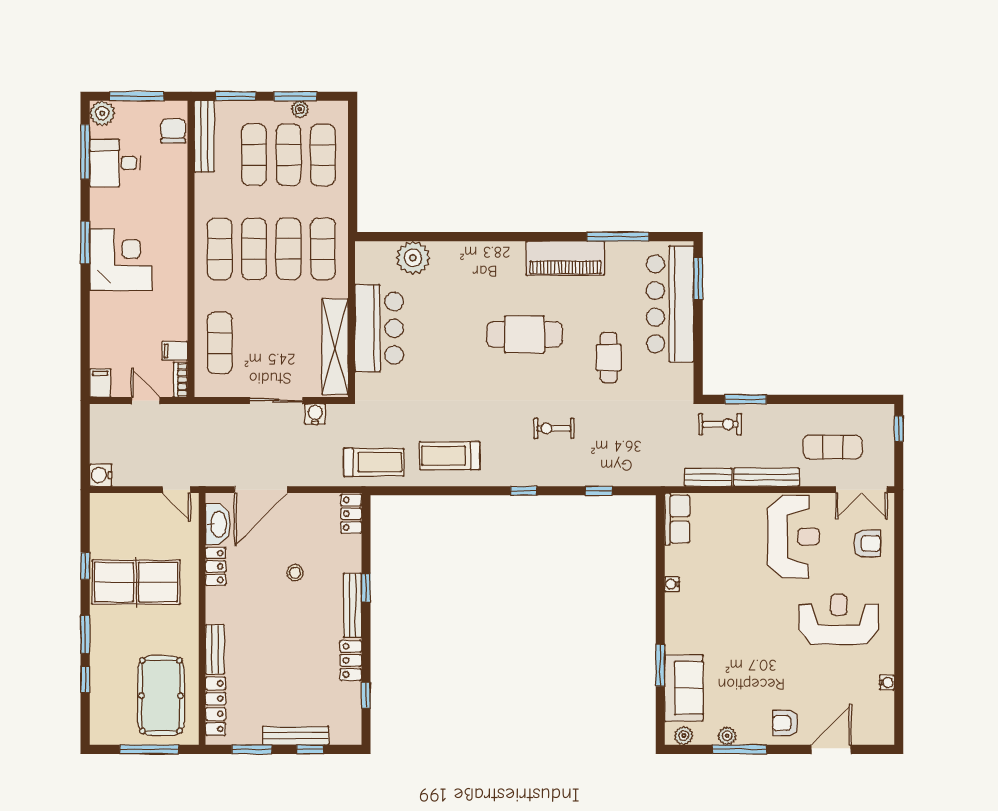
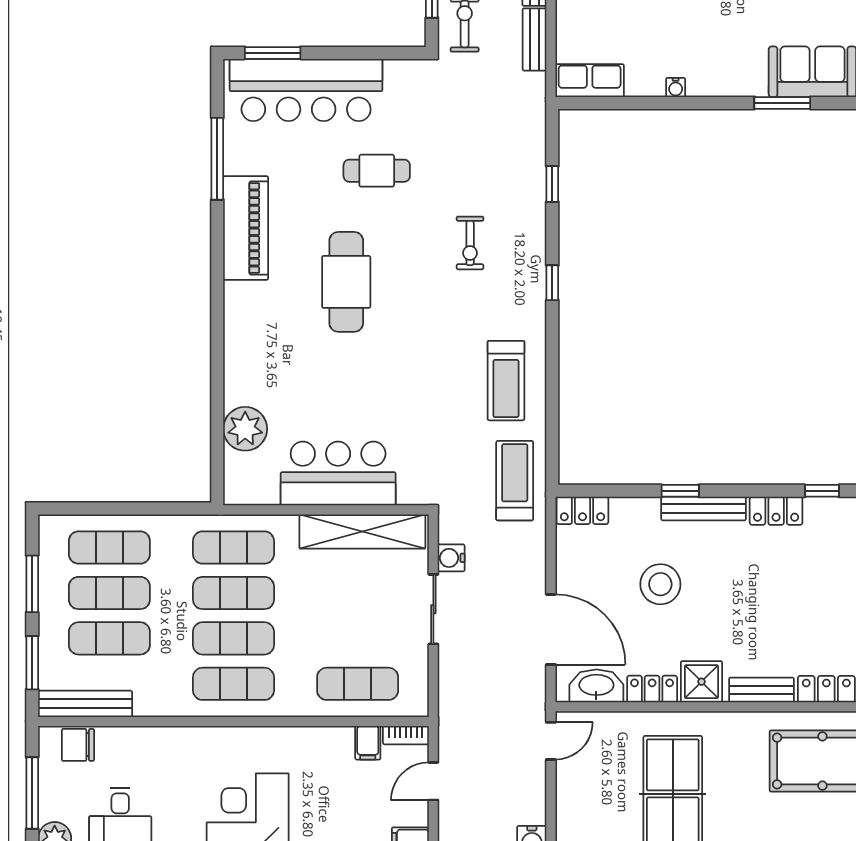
plant: (300, 109) -> (49, 578), removed
stool: (295, 573) -> (660, 584), width x1.89, depth x1.89
shower: (221, 604) -> (701, 682), added

